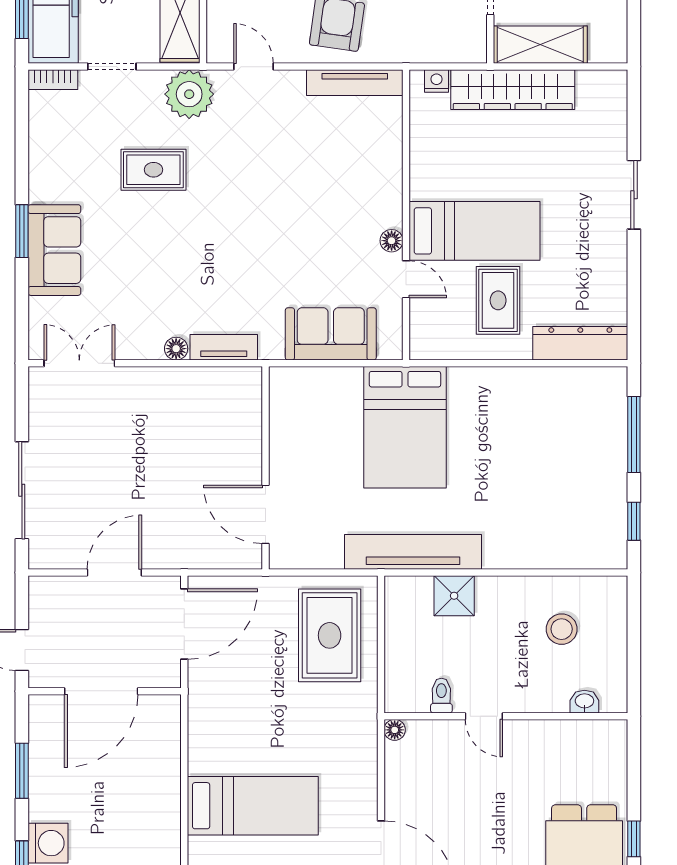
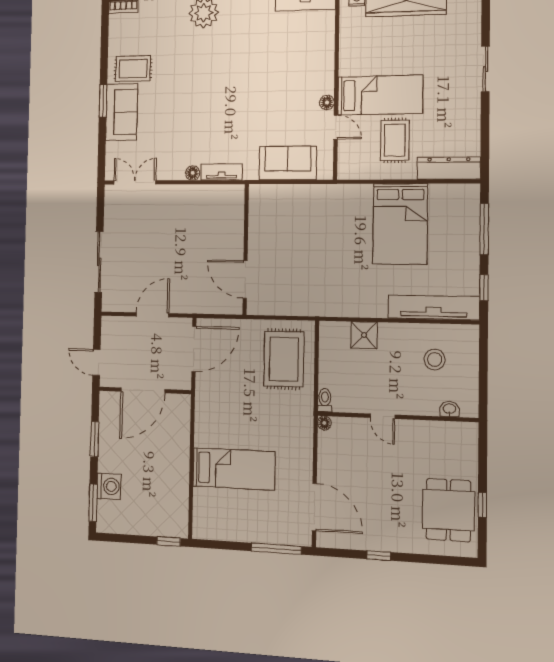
rug: (153, 170) -> (133, 69), moved
bed: (405, 427) -> (400, 224), moved
tv unit: (413, 552) -> (434, 307), moved
toilet: (441, 696) -> (325, 400), moved

